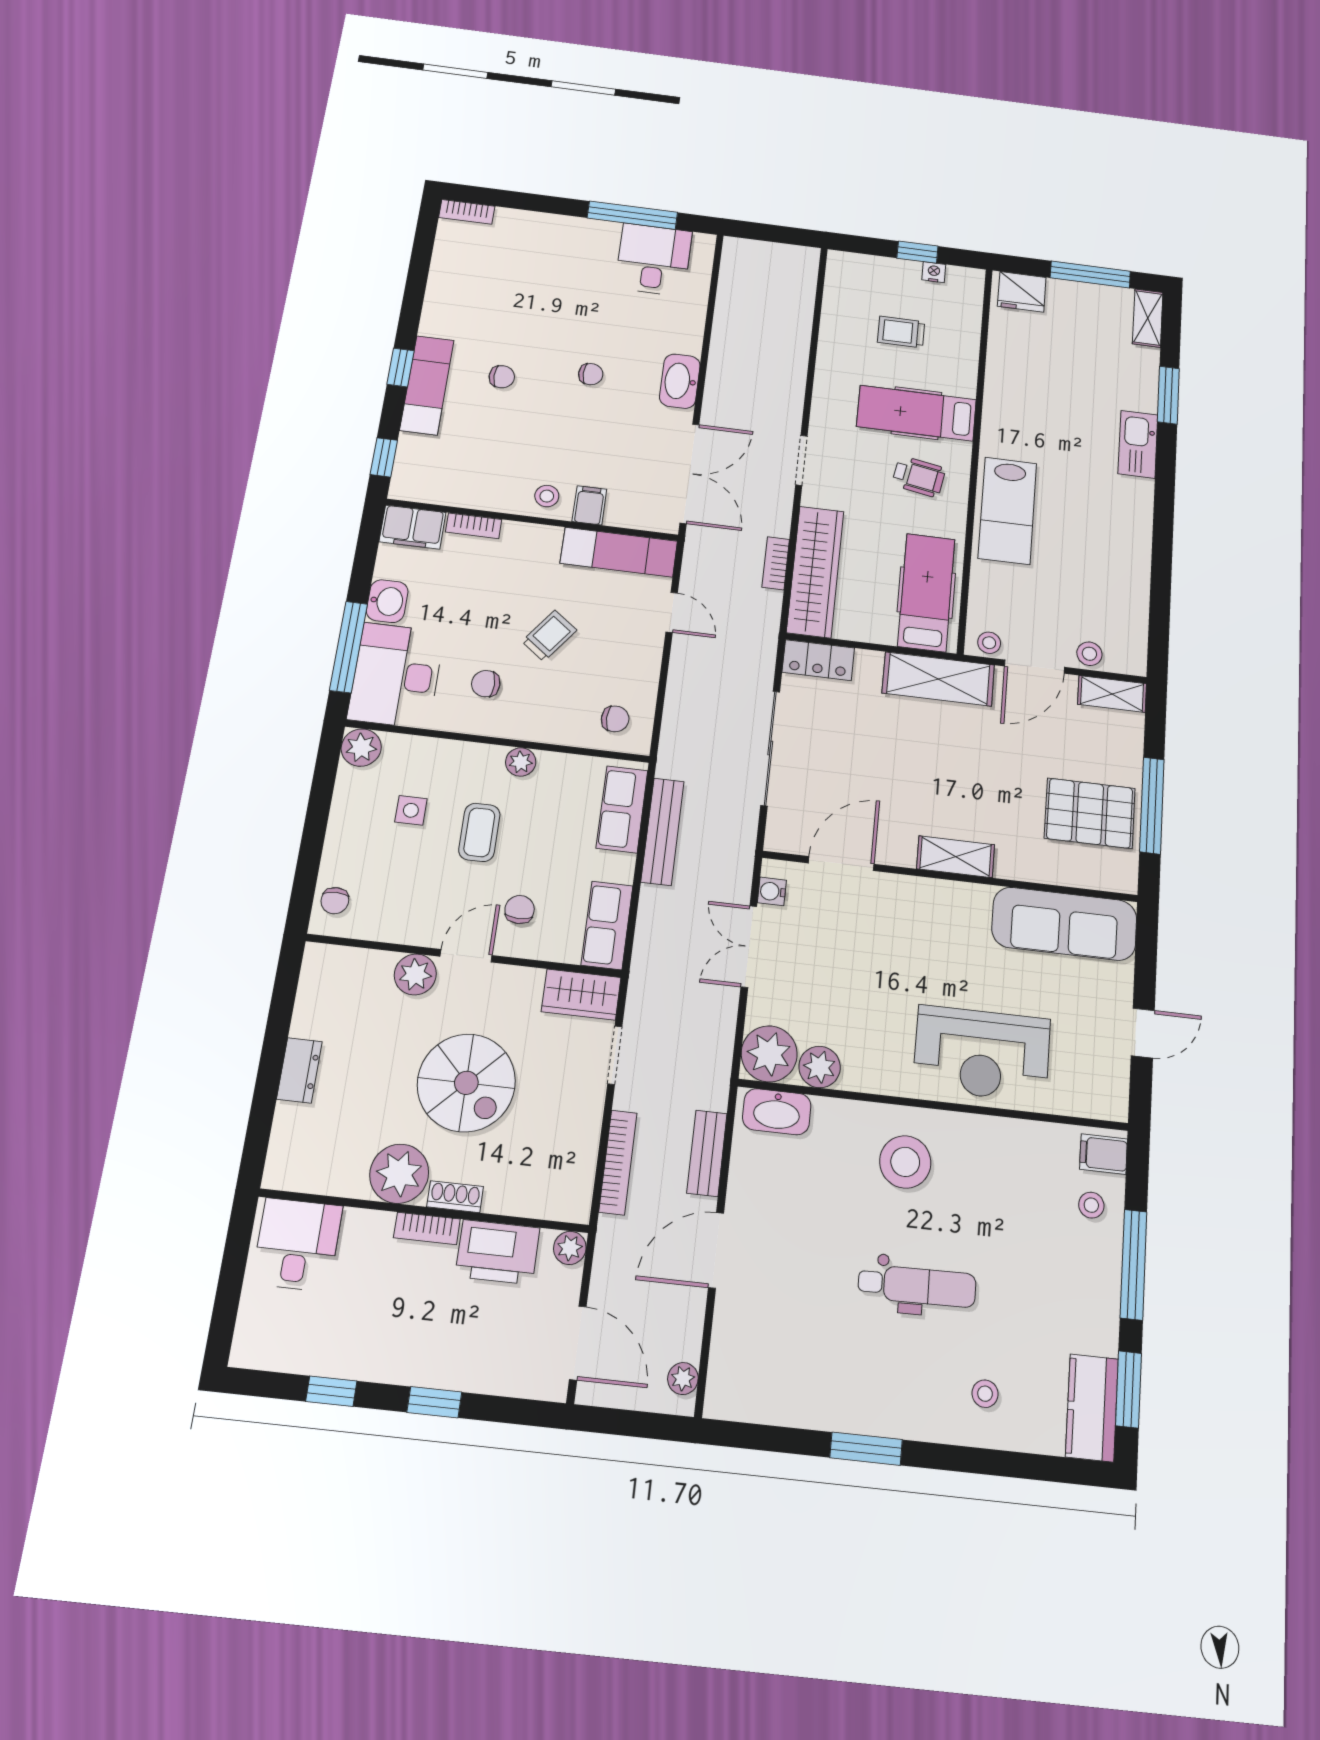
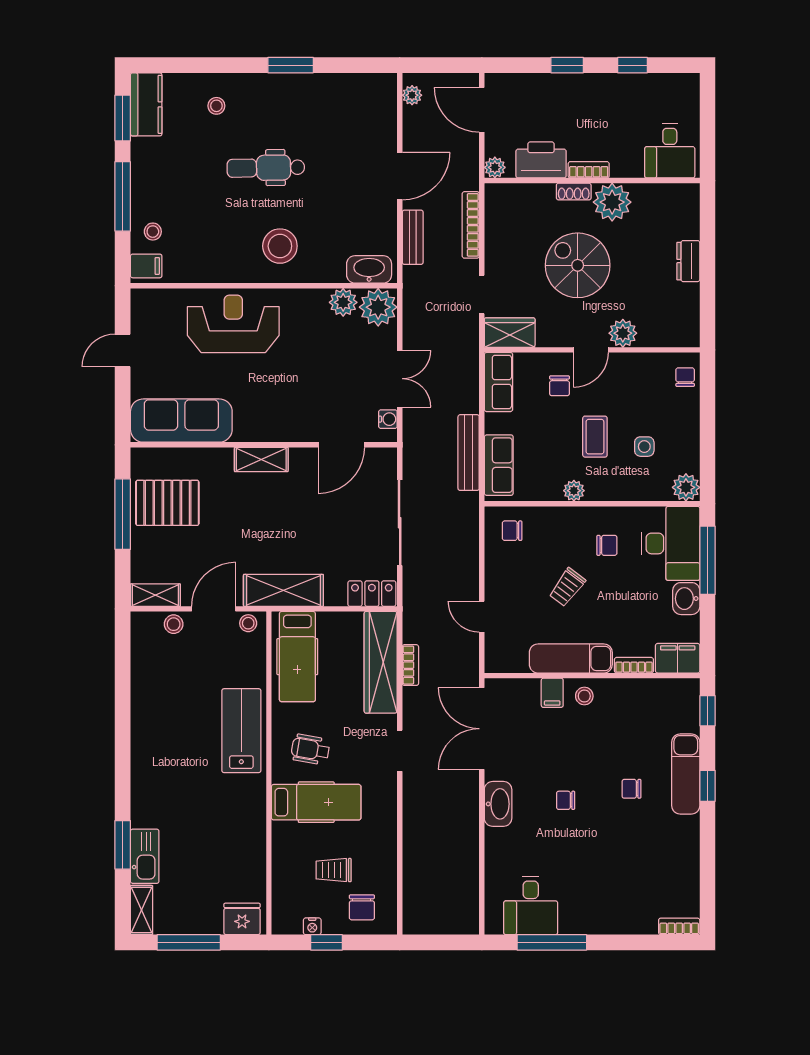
chair: (869, 285) -> (362, 907), added
trolley: (901, 332) -> (334, 870), turned 180
kitchen sink: (1138, 444) -> (145, 856), moved
exam couch: (619, 552) -> (571, 658), moved

